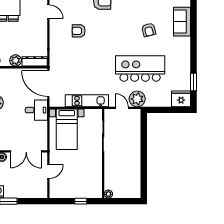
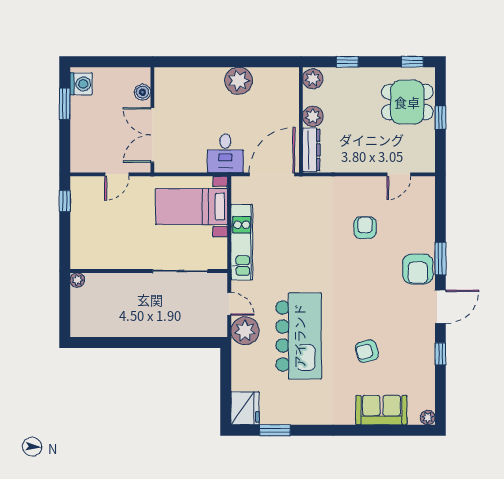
door: (122, 108) -> (229, 304), hinge flipped
door: (48, 171) -> (117, 174), hinge flipped
window: (81, 201) -> (65, 201), moved

